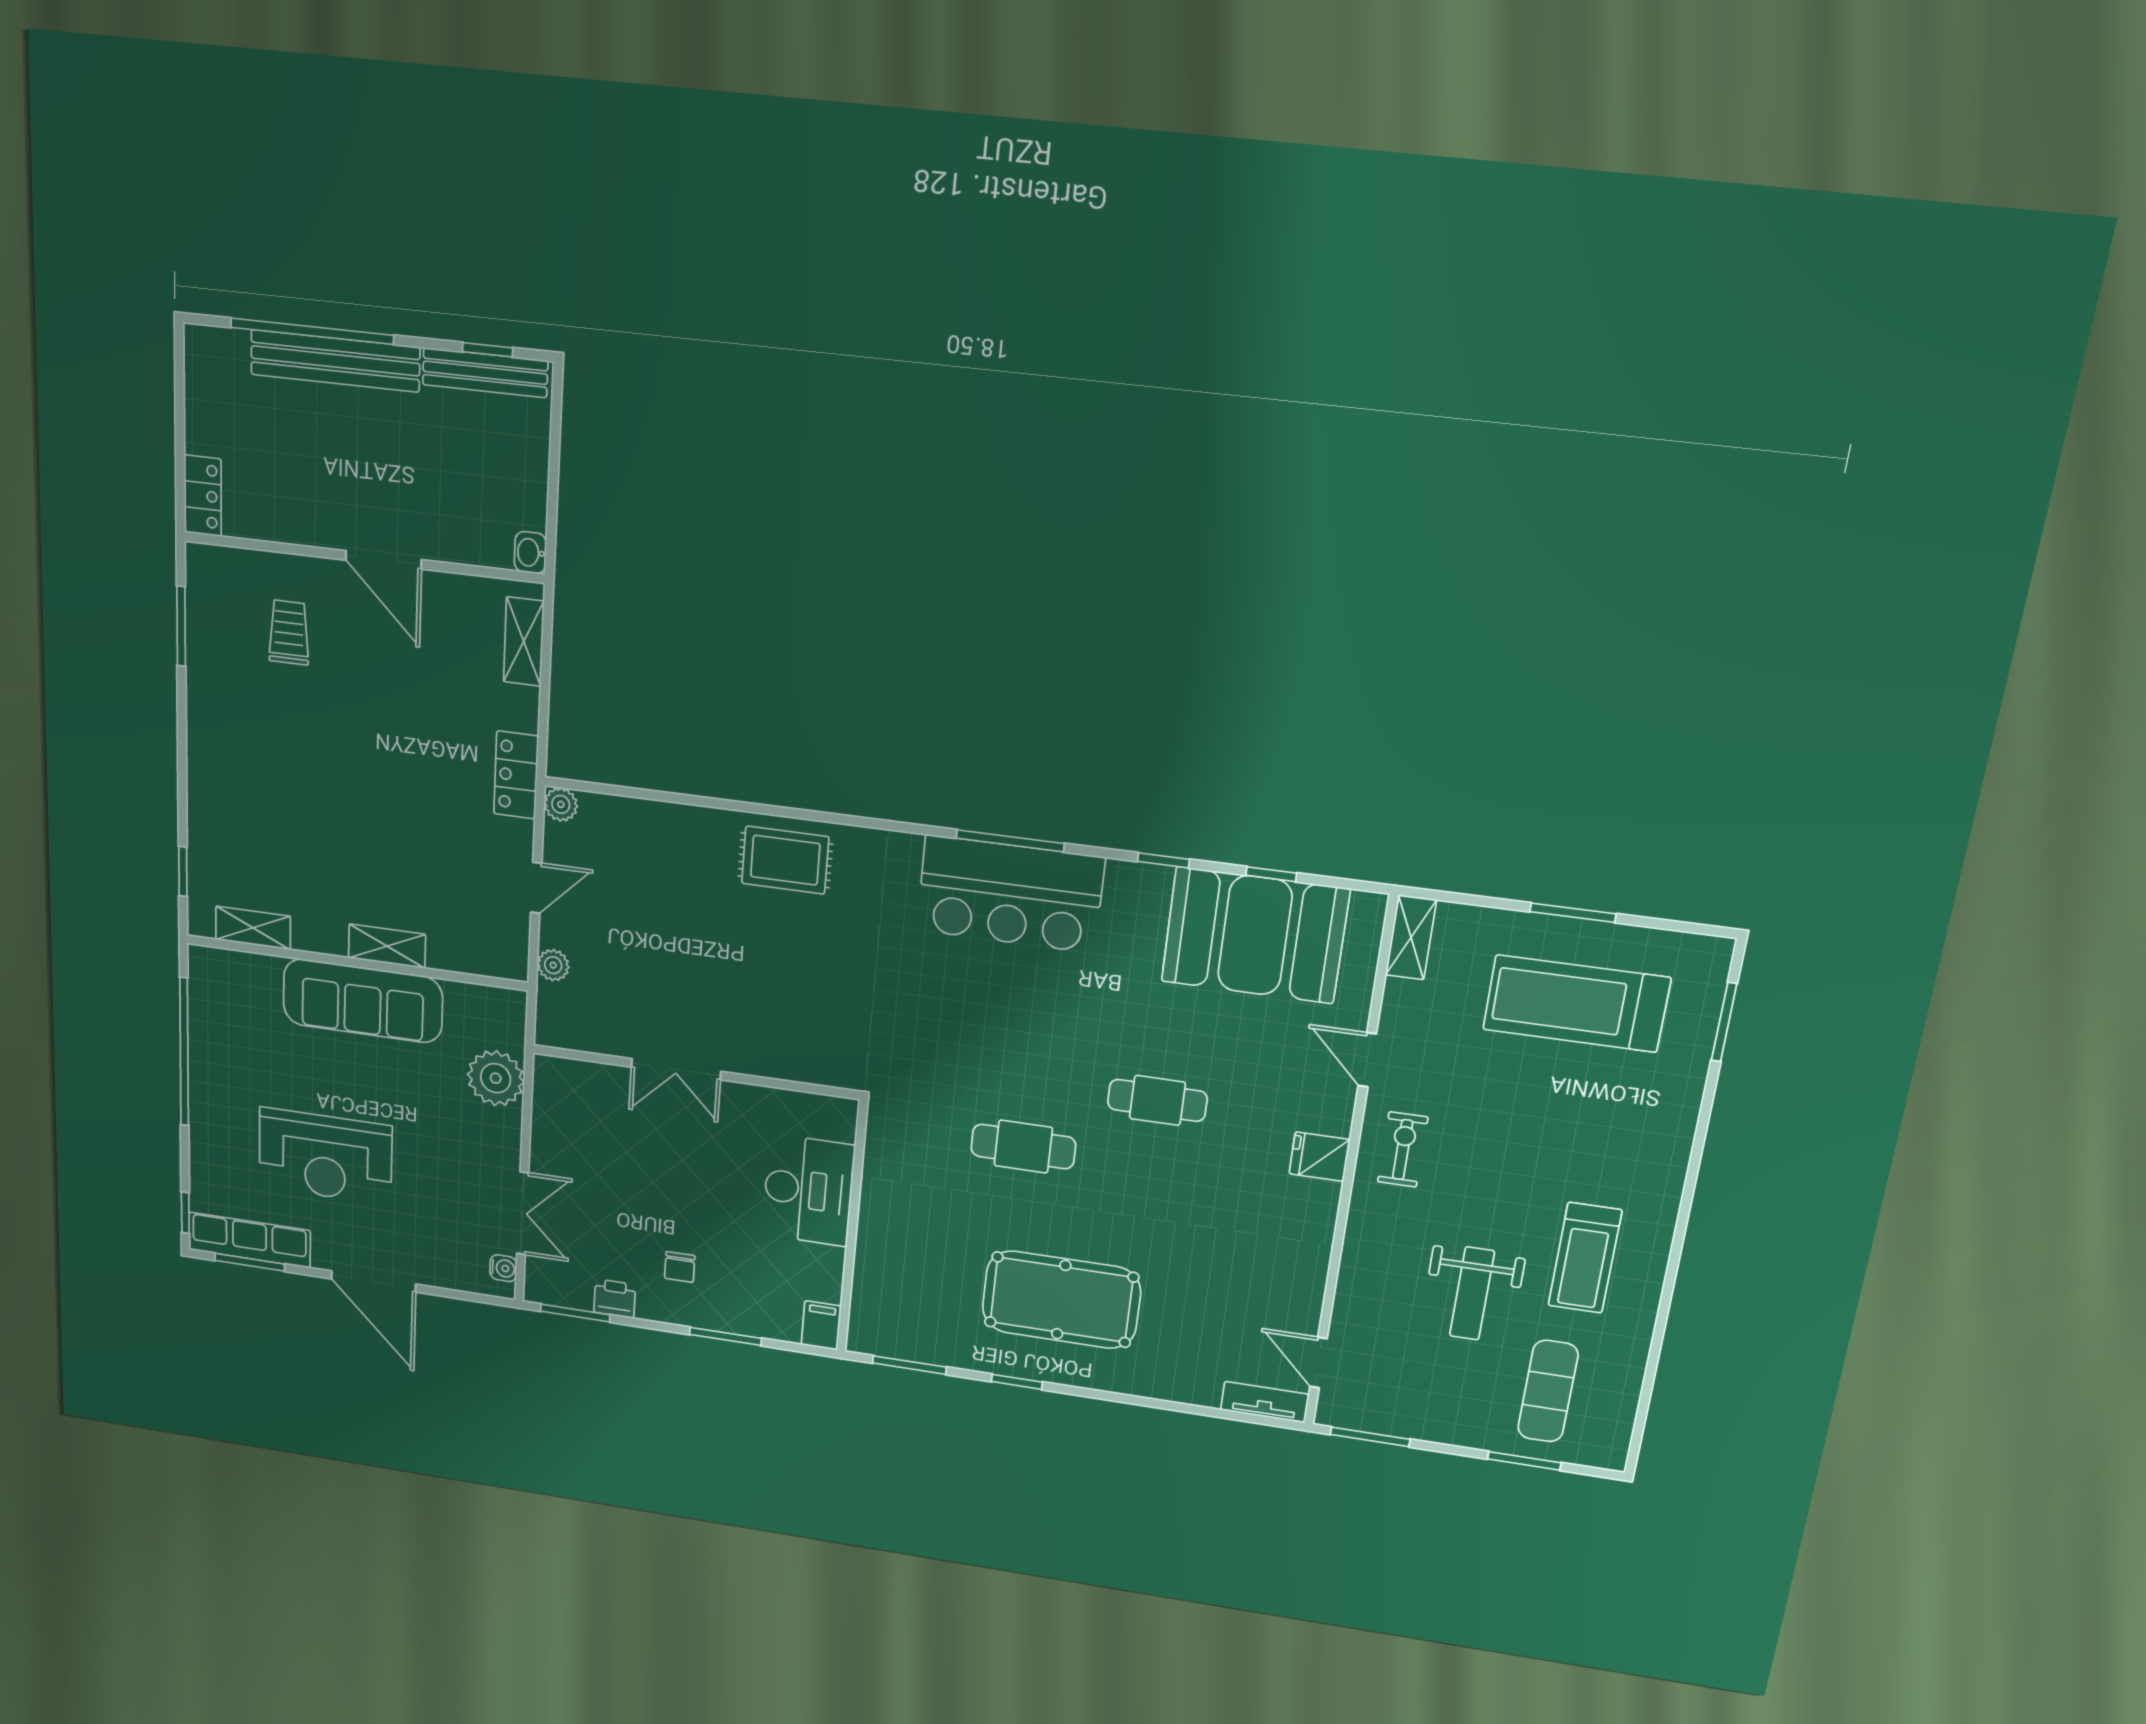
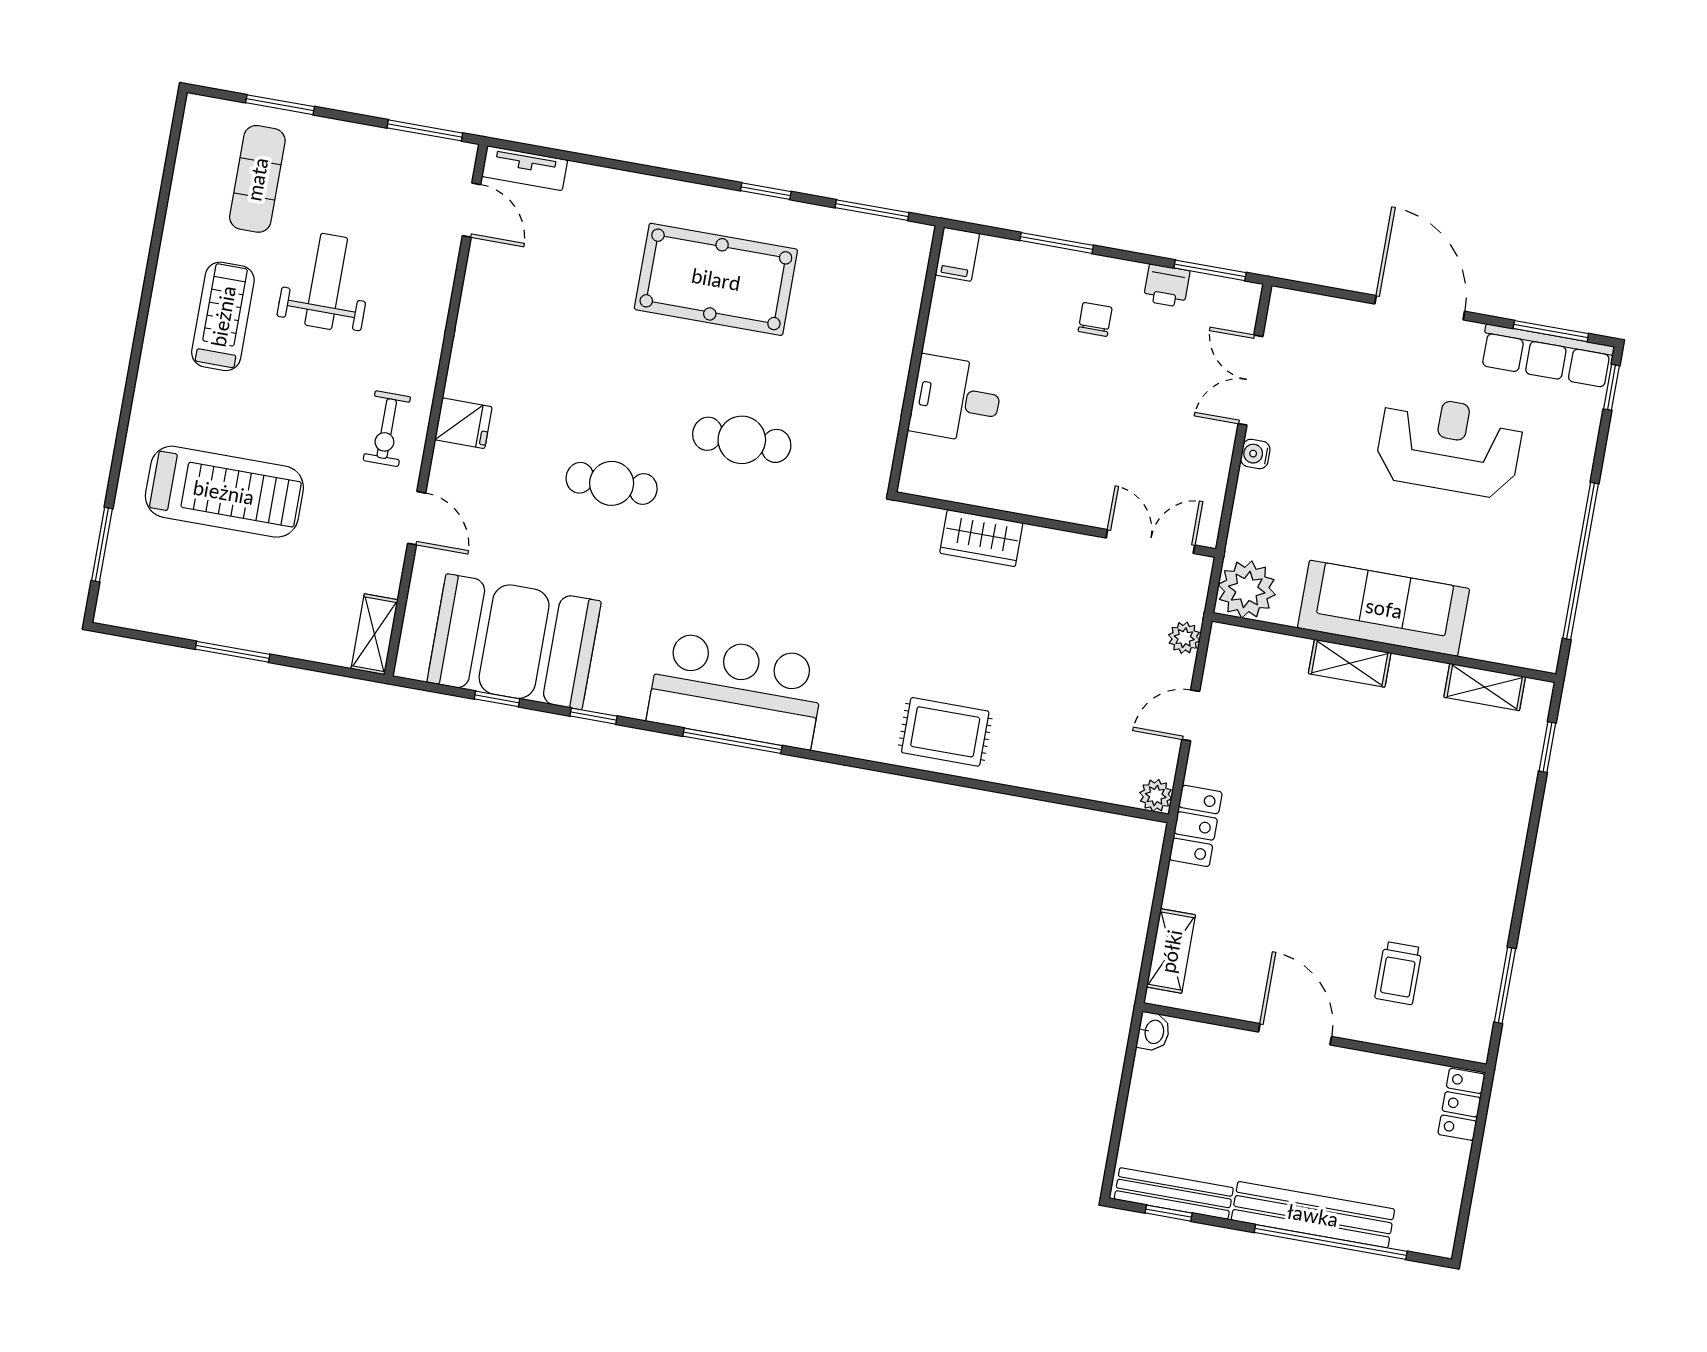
treadmill: (1576, 1004) -> (224, 492), moved
wardrobe: (769, 1057) -> (981, 538), added
double door: (676, 1069) -> (1150, 542), moved
plant: (496, 1078) -> (1247, 589), moved
desk: (808, 1190) -> (956, 399), width x0.73
water cooler: (503, 1268) -> (1255, 454), moved

